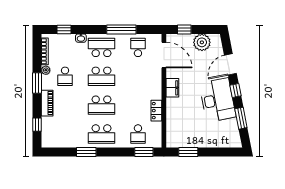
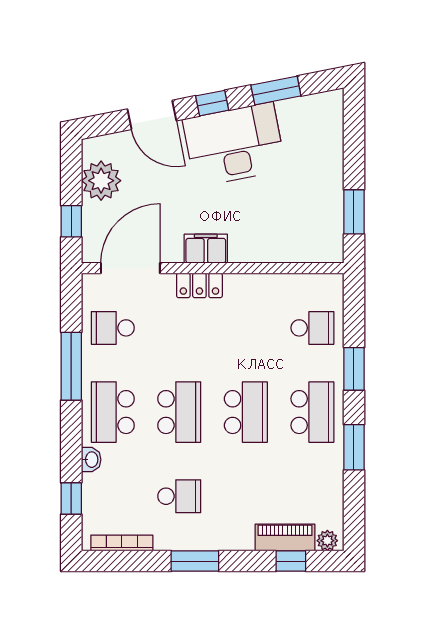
plant: (46, 70) -> (327, 541), moved
piano: (47, 103) -> (285, 538), moved
locker: (156, 111) -> (199, 285), moved
window: (144, 152) -> (354, 369), moved

